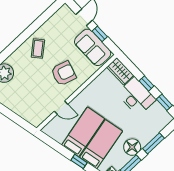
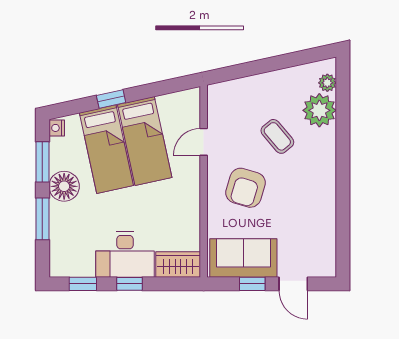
coffee table: (38, 49) -> (277, 136), moved

